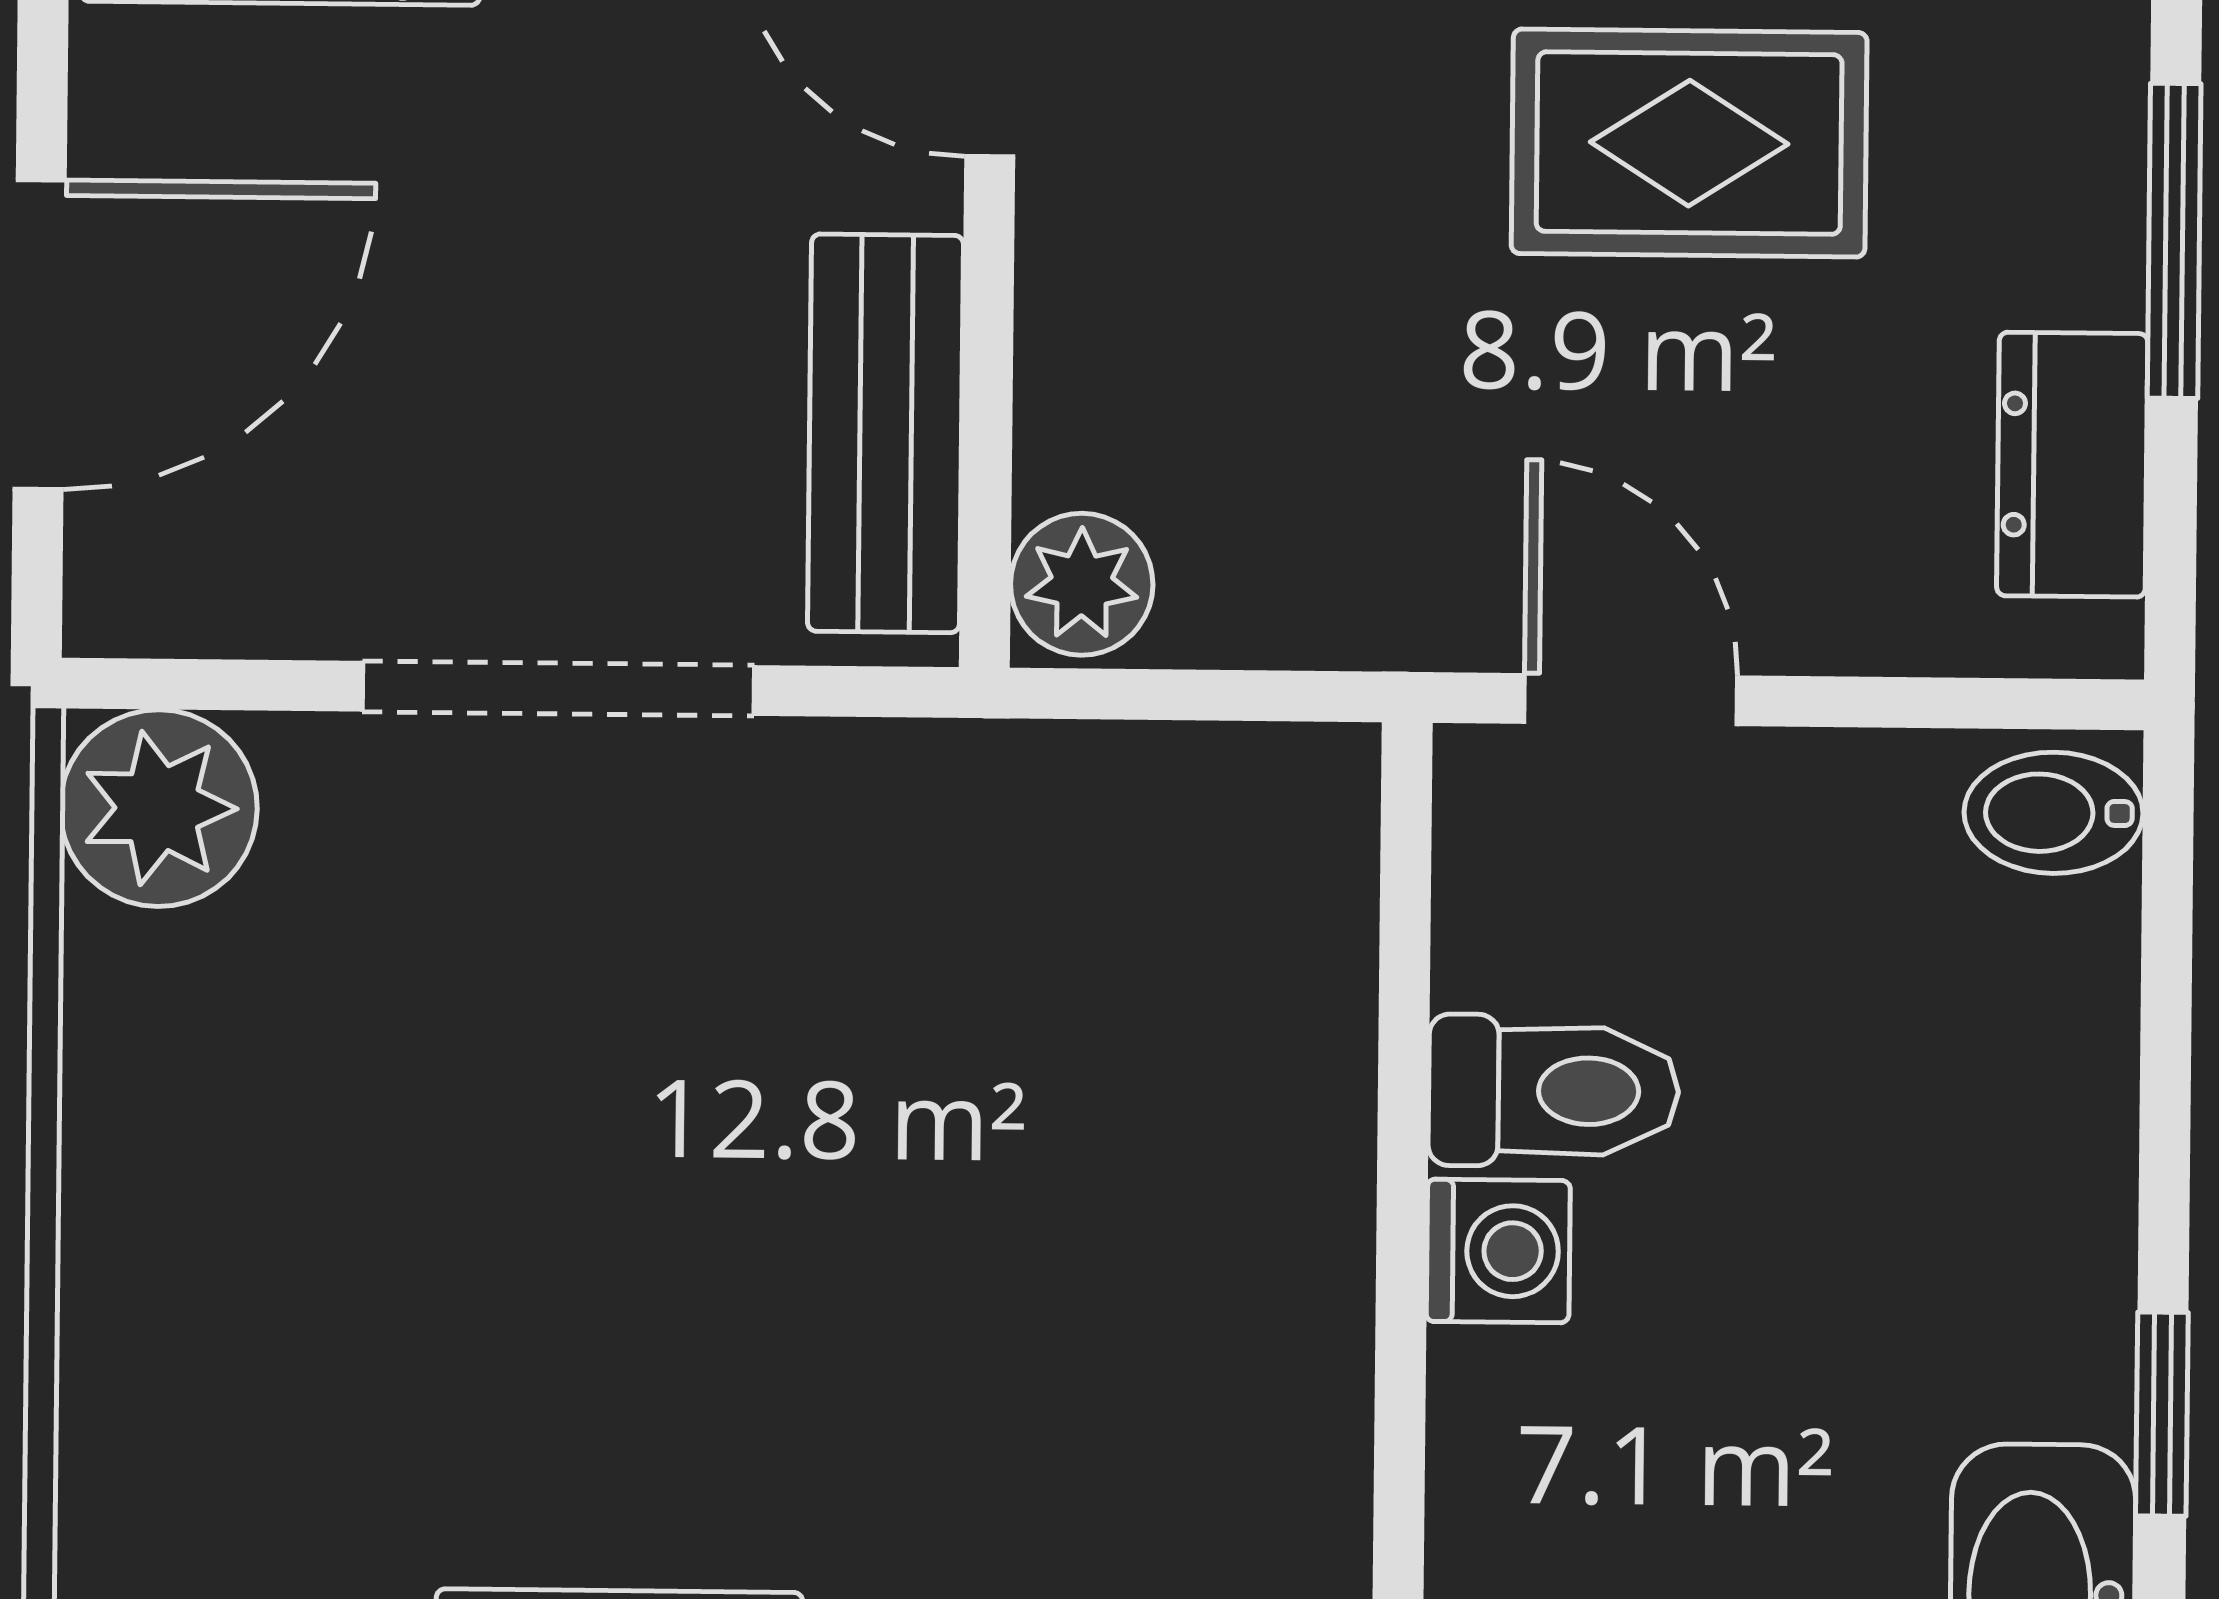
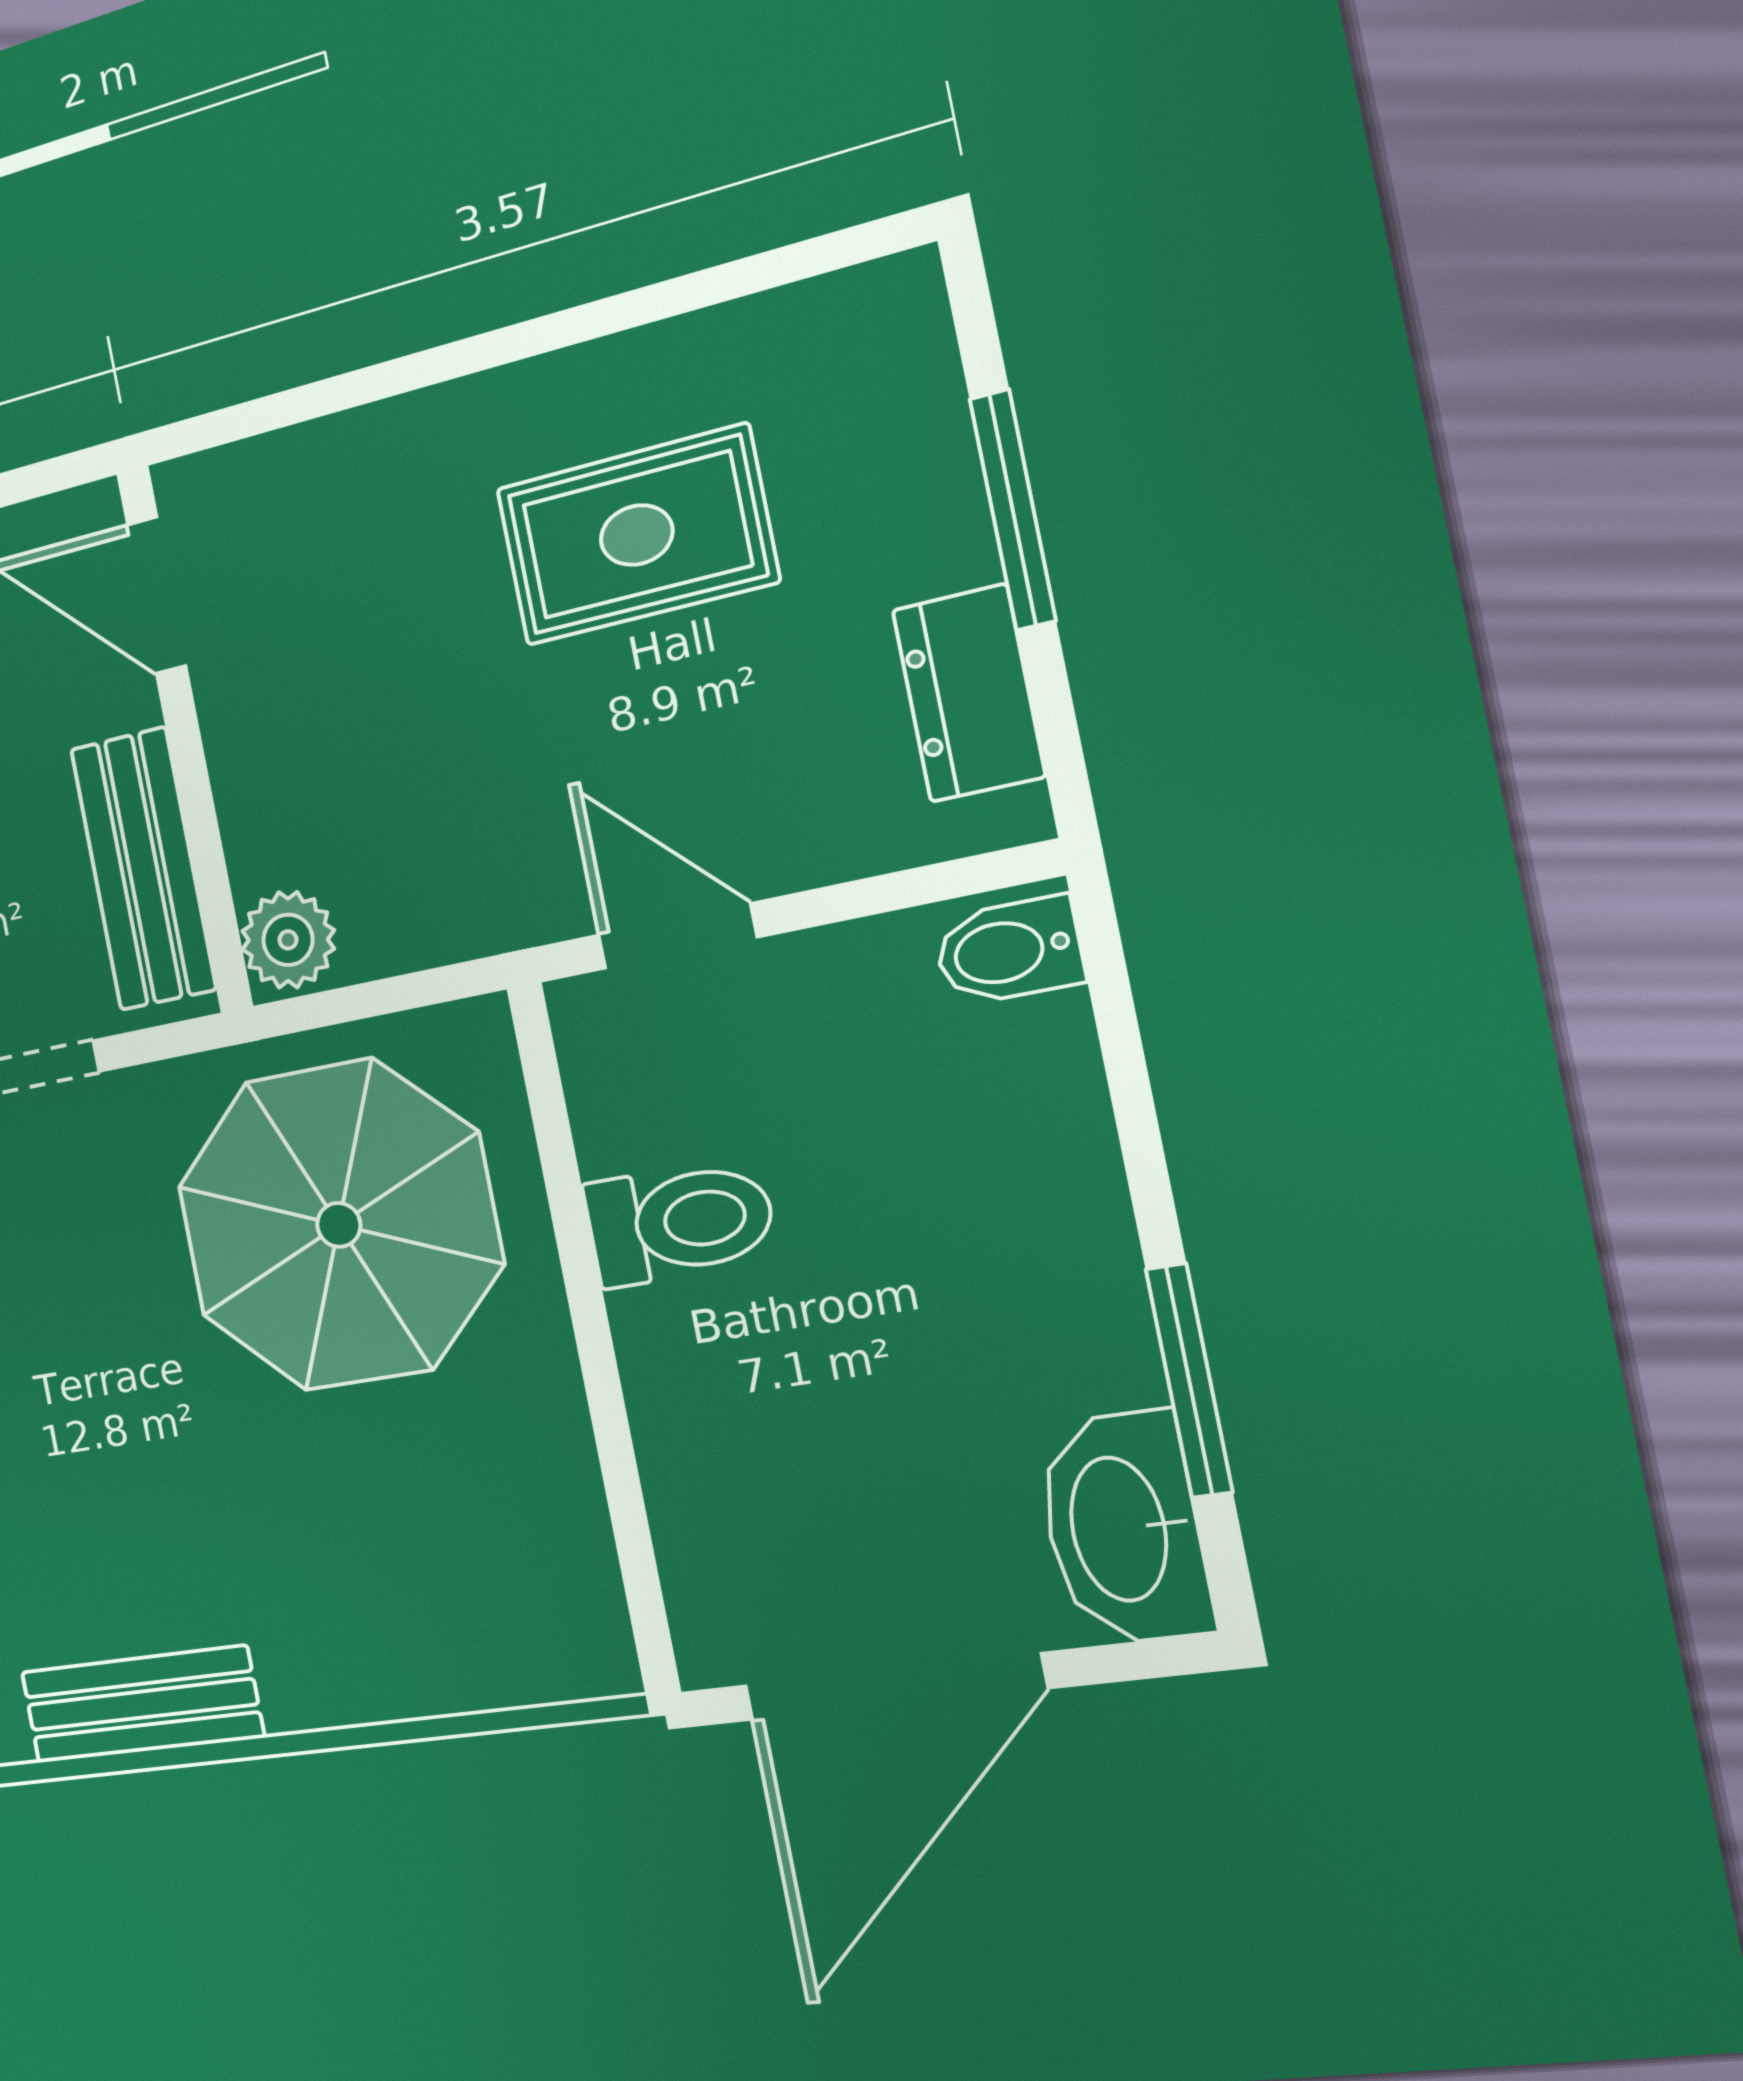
parasol: (1070, 1006) -> (339, 1225), added
washing machine: (1498, 1251) -> (664, 1342), removed
window: (2162, 1414) -> (1189, 1381), width x1.50

